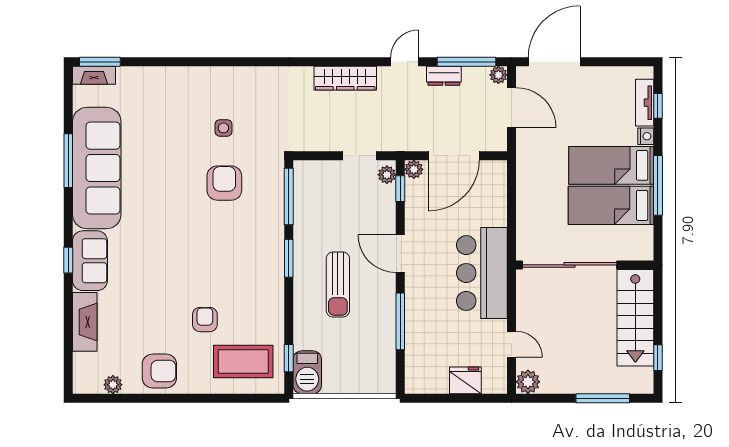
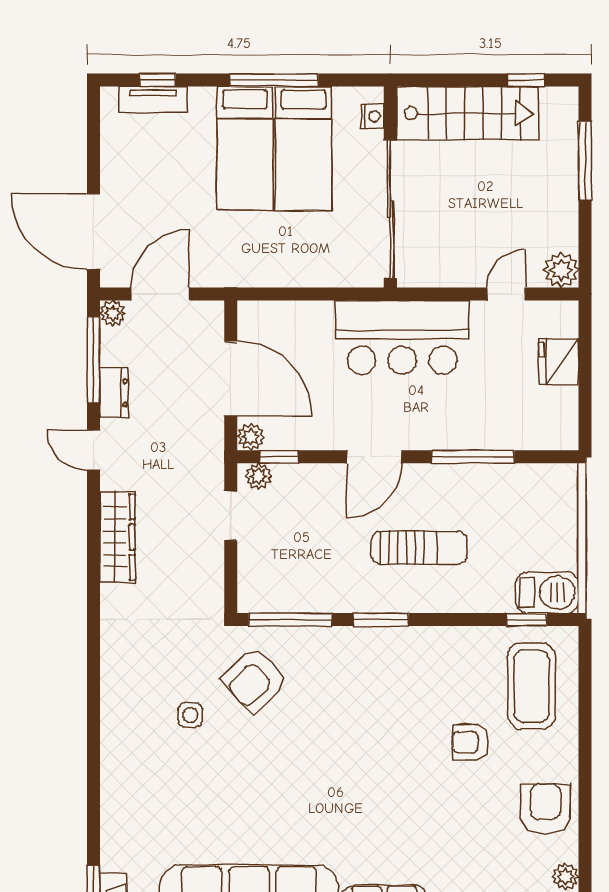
nightstand: (646, 136) -> (372, 116), moved, turned 90
armchair: (224, 183) -> (255, 680), moved, turned -44

